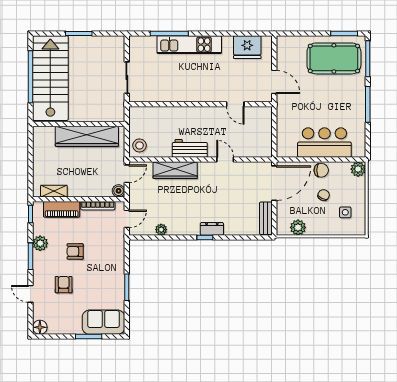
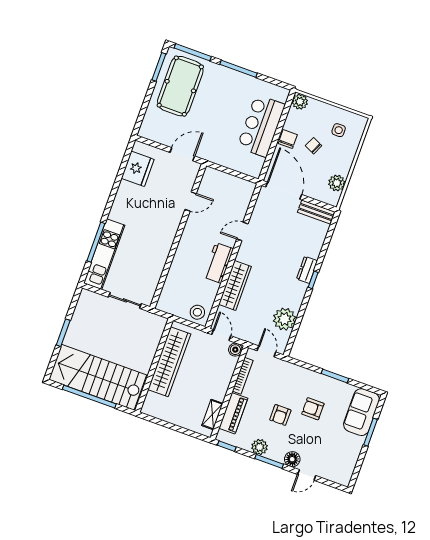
kitchen unit: (189, 45) -> (104, 254), moved
plant: (161, 230) -> (284, 319), width x1.88, depth x1.88
armchair: (64, 285) -> (313, 409), moved
floor lamp: (40, 327) -> (292, 459), moved

